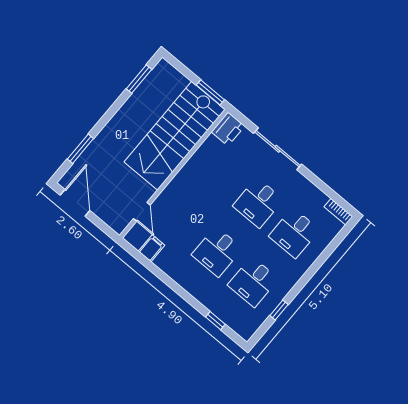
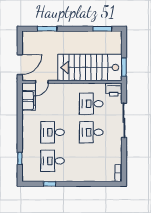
door: (75, 203) -> (20, 65), moved
desk: (294, 233) -> (91, 104), moved
filing cabinet: (152, 248) -> (29, 101), width x2.00

